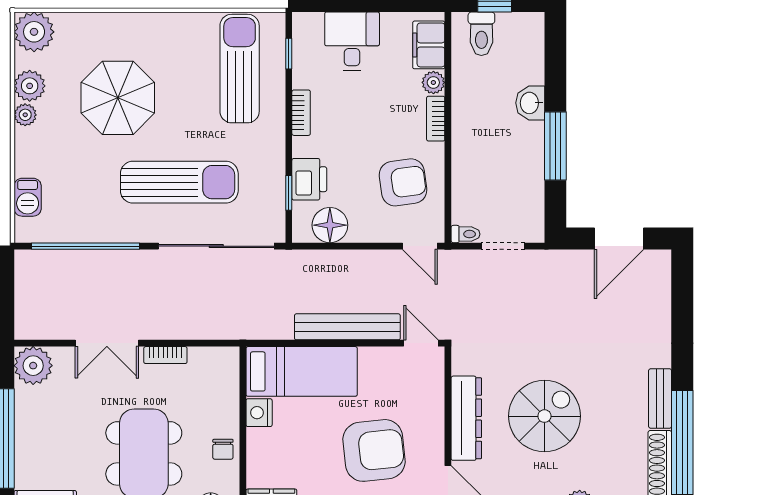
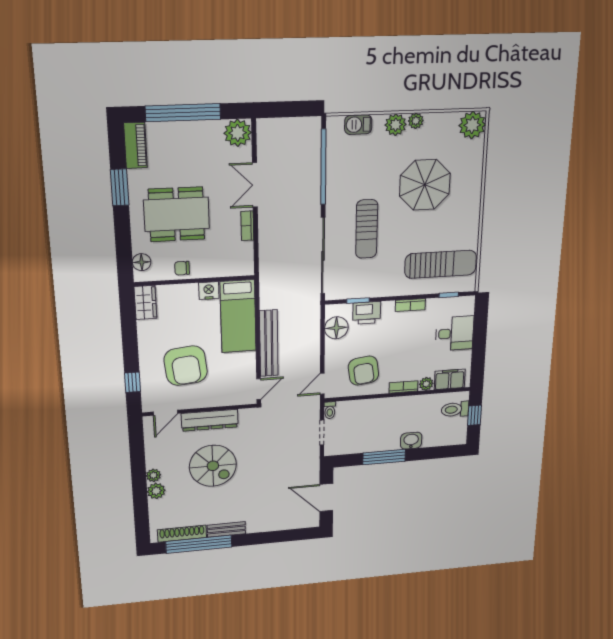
plant: (30, 86) -> (396, 125), moved
sun lounger: (179, 182) -> (367, 229), width x0.73, depth x0.75

